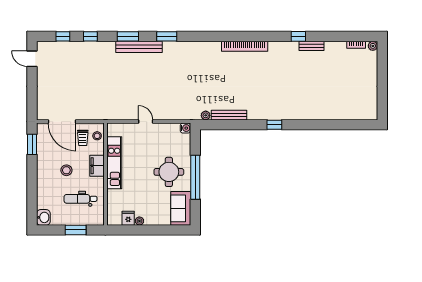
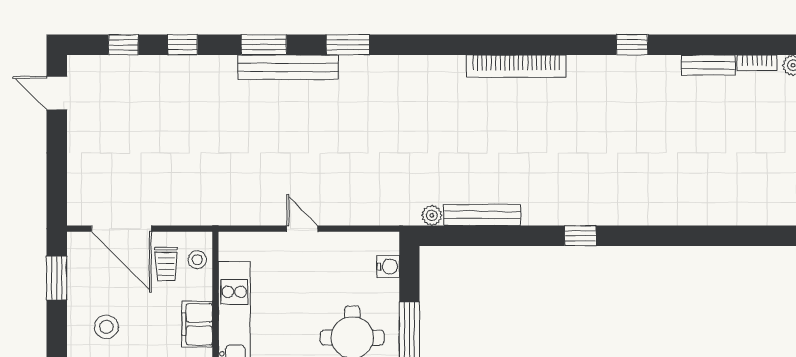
bench: (312, 46) -> (708, 65), moved
water cooler: (185, 128) -> (388, 266), moved
stool: (66, 170) -> (106, 327), moved

